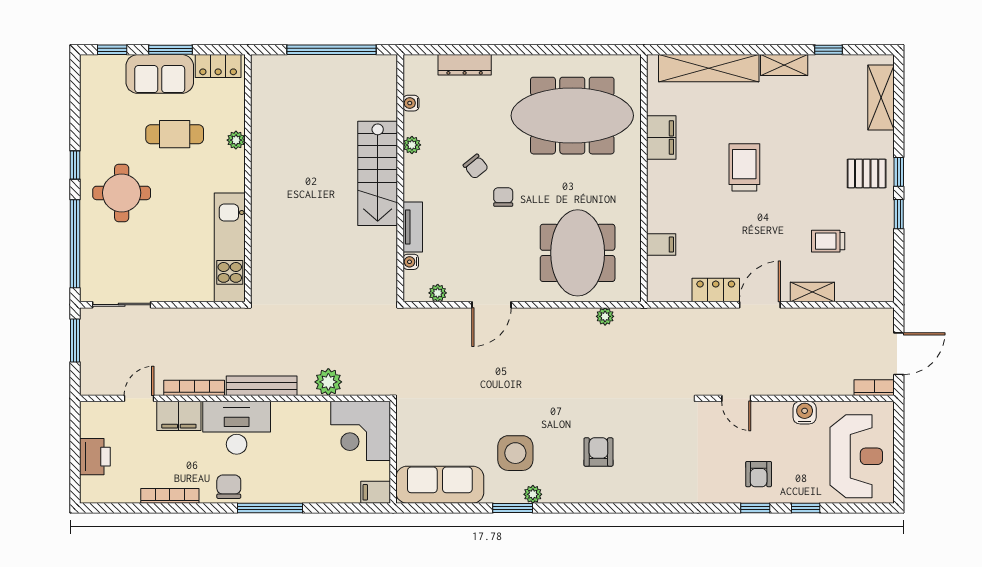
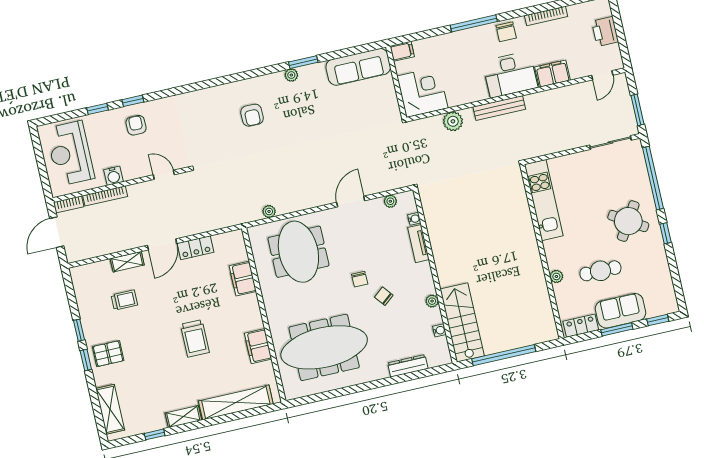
stairs: (378, 173) -> (462, 322), moved
round table: (122, 193) -> (628, 221), turned 32
filing cabinet: (661, 245) -> (243, 279), width x2.00
bookcase: (194, 388) -> (105, 196), moved
door: (139, 398) -> (602, 75), moved
side table: (515, 453) -> (310, 101), removed

